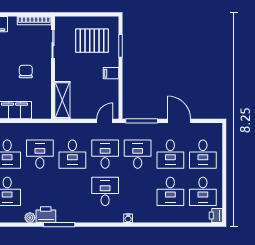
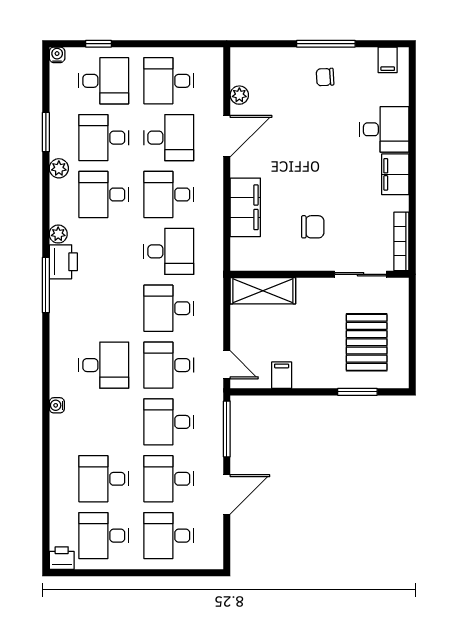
filing cabinet: (111, 73) -> (282, 375), moved
desk: (105, 154) -> (169, 365), turned 180
desk: (138, 154) -> (169, 422), turned 180

